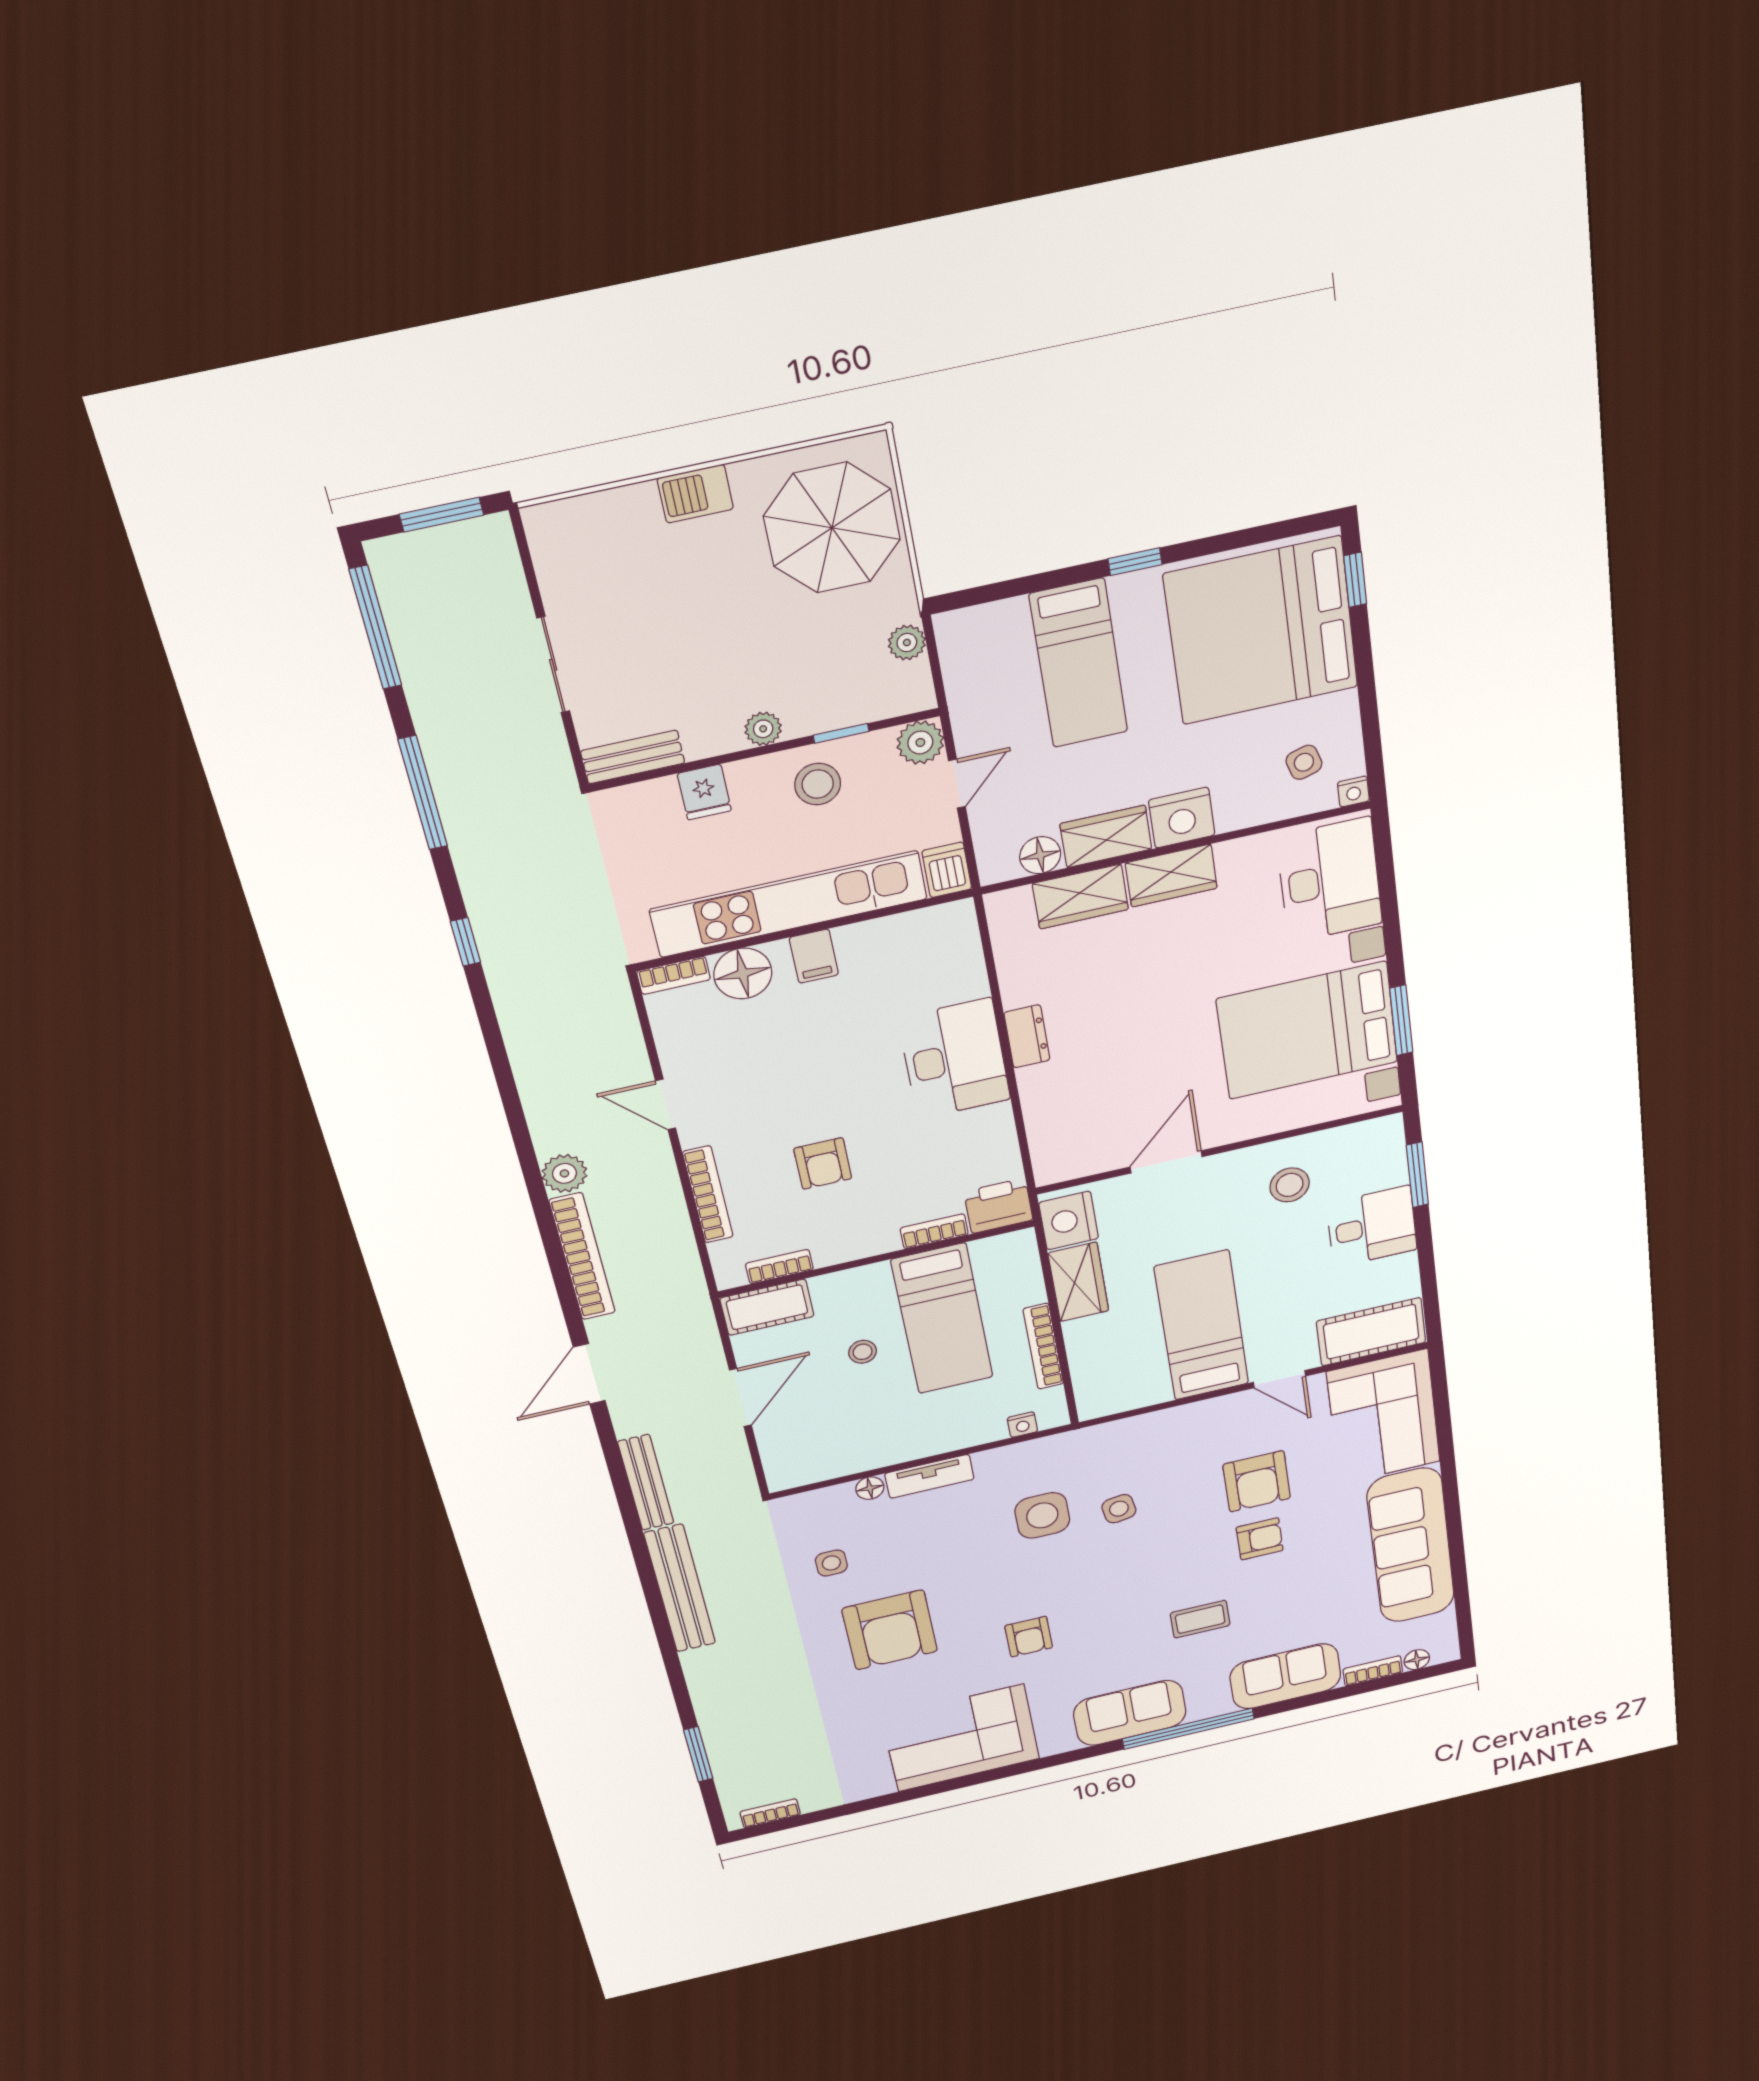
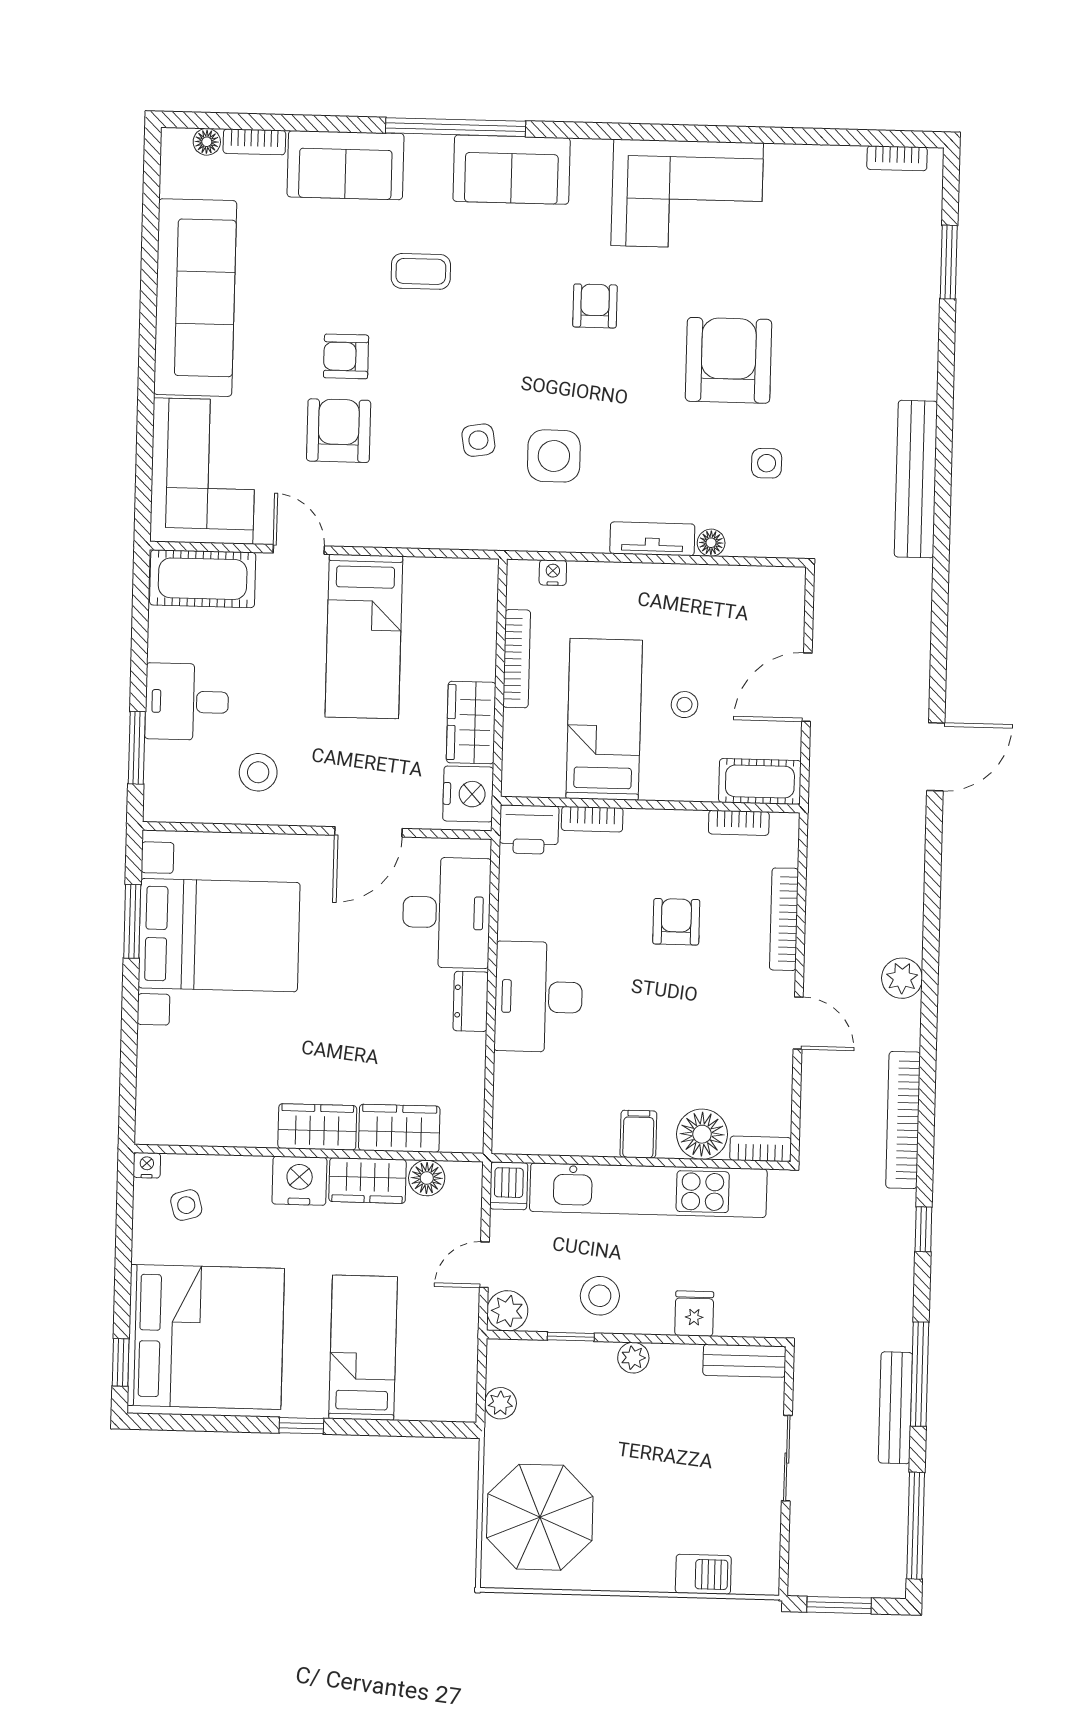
barbecue: (695, 494) -> (703, 1574), moved
desk: (1330, 880) -> (446, 913), moved, turned 180
bookcase: (582, 1257) -> (903, 1120), moved
bench: (646, 1482) -> (895, 1408), moved

